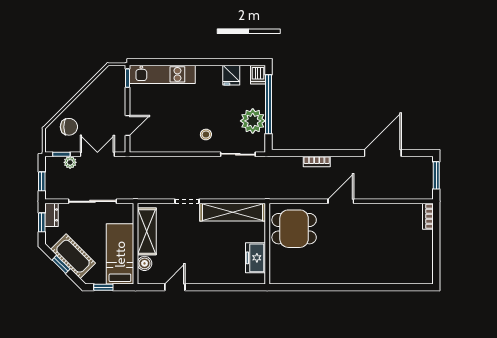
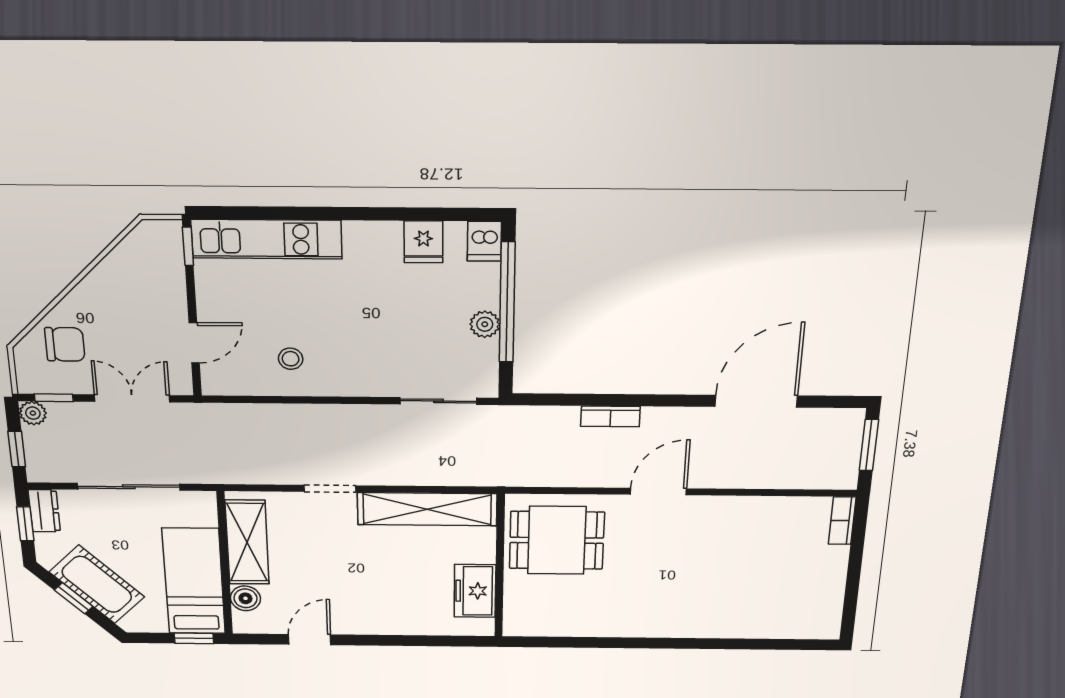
plant: (253, 121) -> (485, 324), width x0.53, depth x0.53
stool: (206, 134) -> (291, 359), moved
plant: (70, 162) -> (33, 413), moved
window: (103, 287) -> (194, 638), moved

